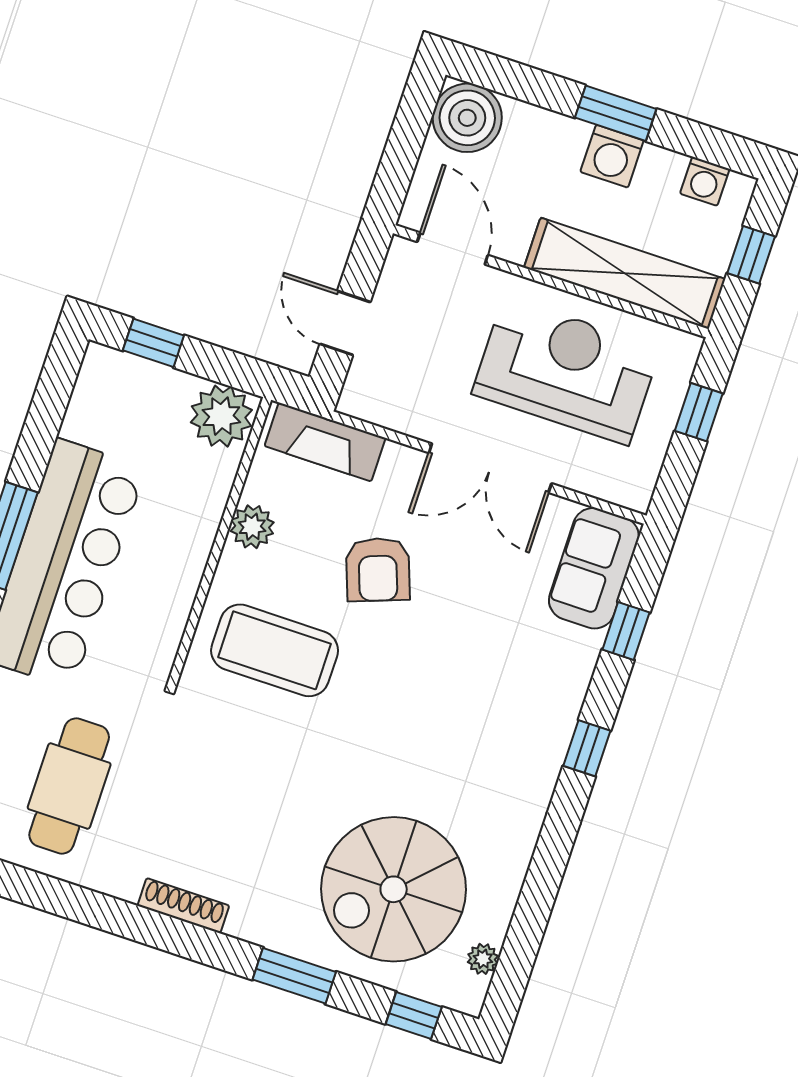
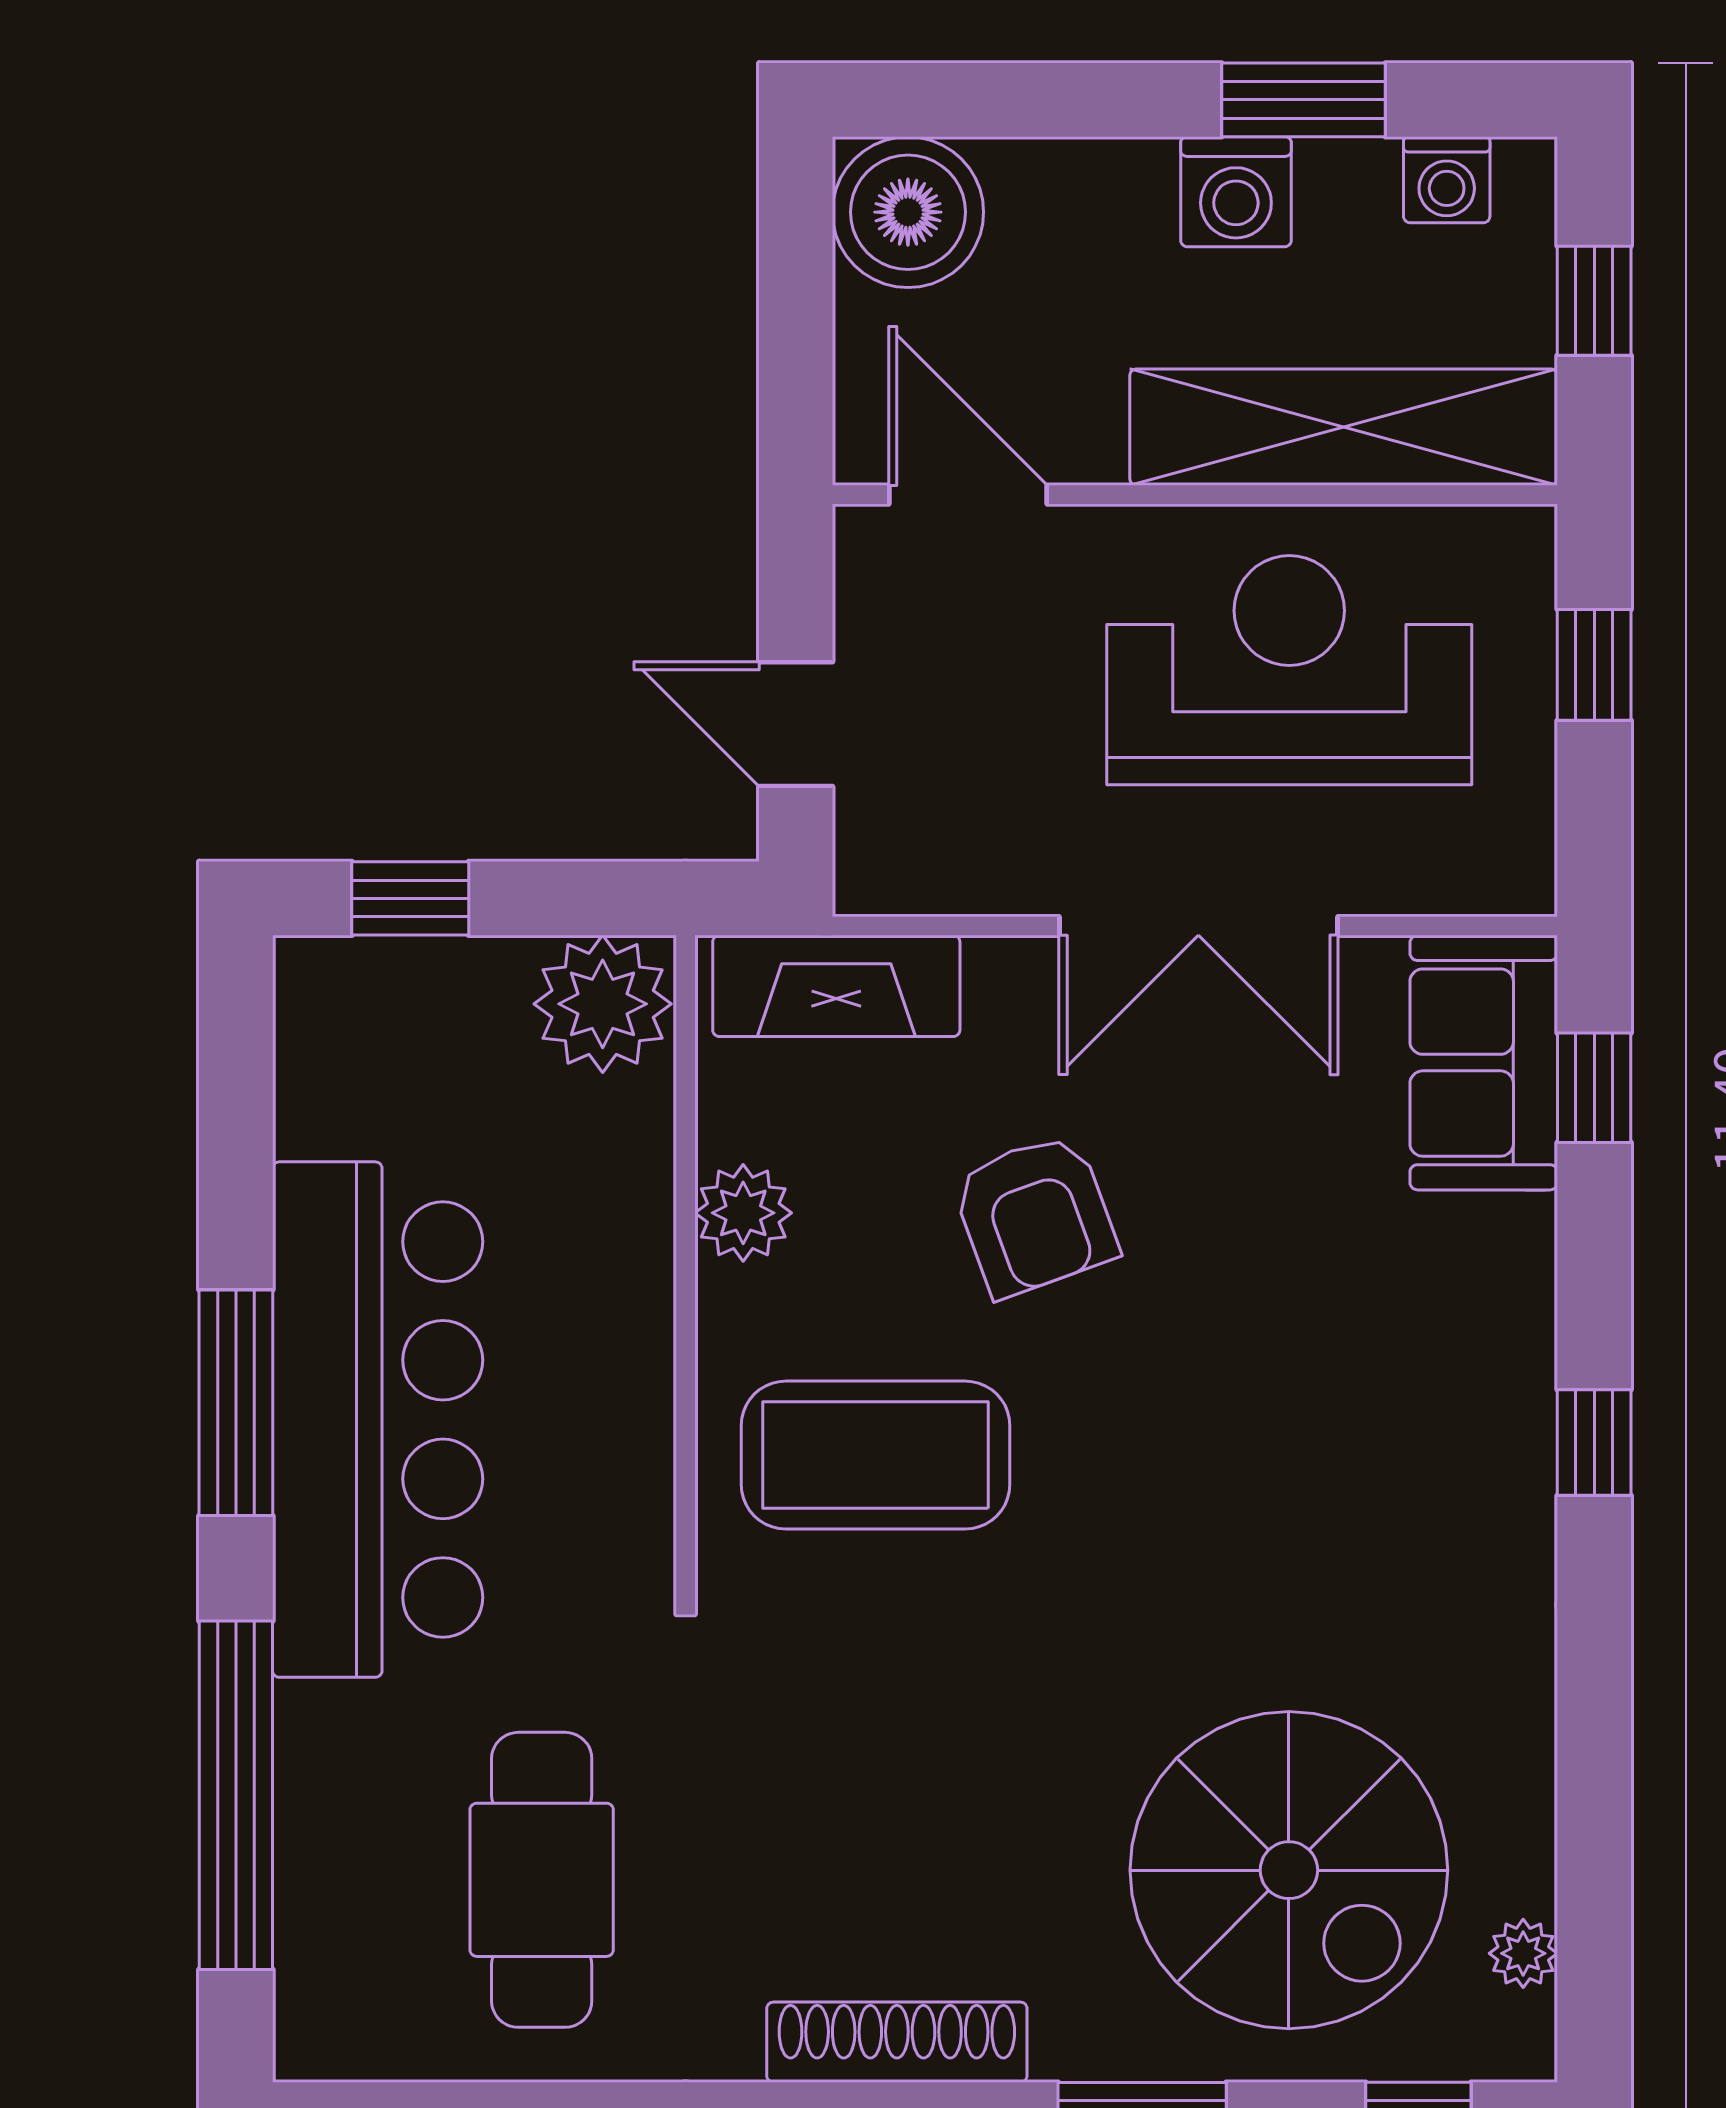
window: (616, 113) -> (1304, 100), moved
window: (626, 631) -> (1594, 1088), moved
spiral stairs: (394, 889) -> (1289, 1870), turned -90
shoe rack: (183, 906) -> (897, 2042), width x1.36, depth x1.24

